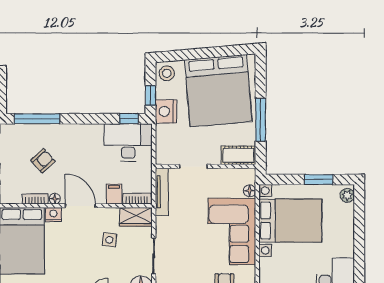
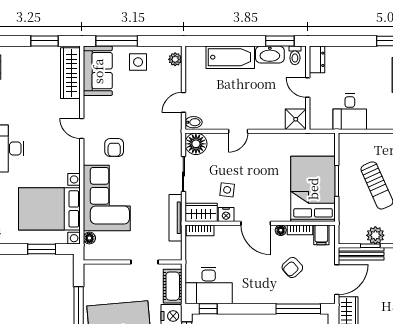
cot: (238, 155) -> (173, 286), moved, turned 90
window: (319, 180) -> (42, 249), moved
tv unit: (162, 192) -> (176, 218), moved
filing cabinet: (114, 194) -> (321, 235), moved
nightstand: (53, 215) -> (226, 215), moved

